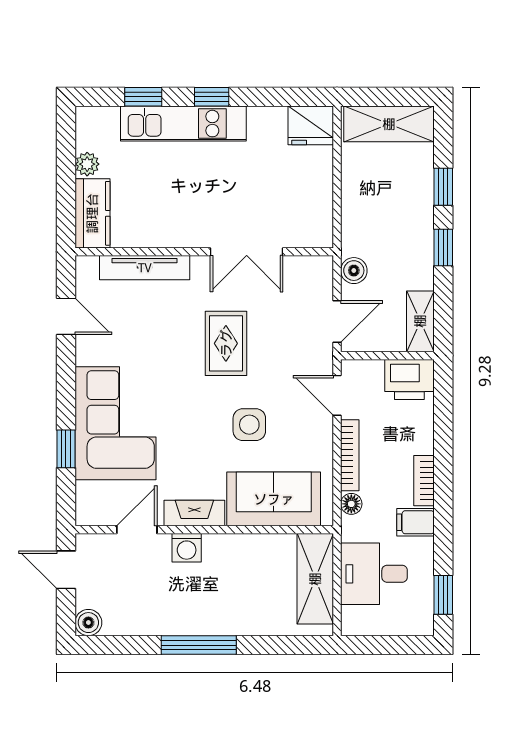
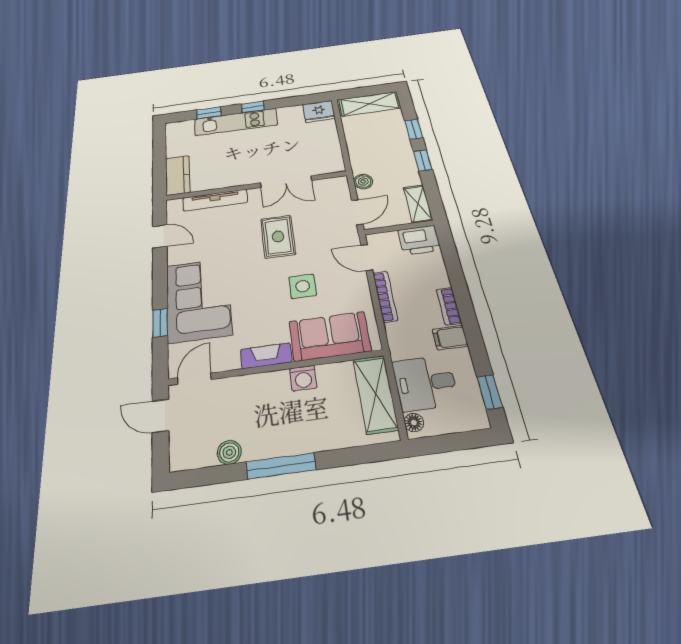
plant: (87, 164) -> (174, 150), removed
floor lamp: (351, 504) -> (414, 422), moved
door: (137, 530) -> (194, 379), moved
washing machine: (187, 548) -> (303, 378), moved
boiler: (88, 623) -> (229, 452), moved

